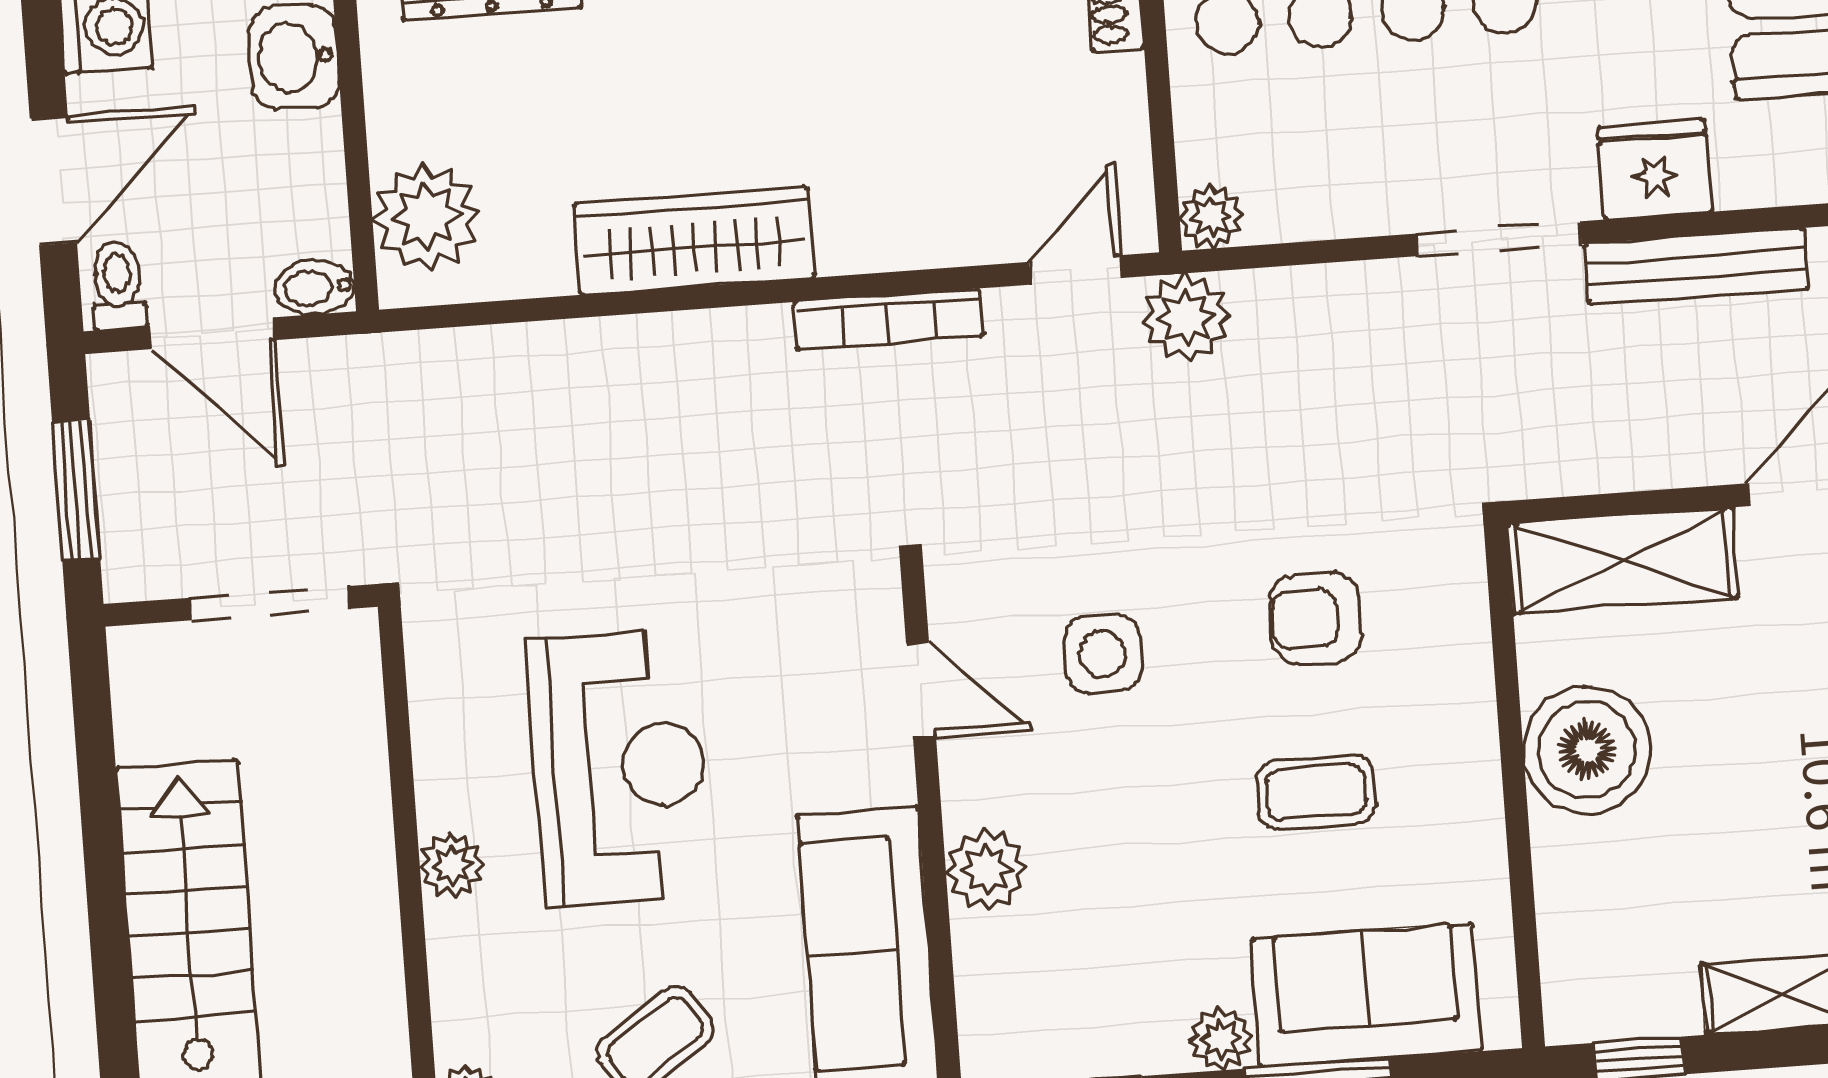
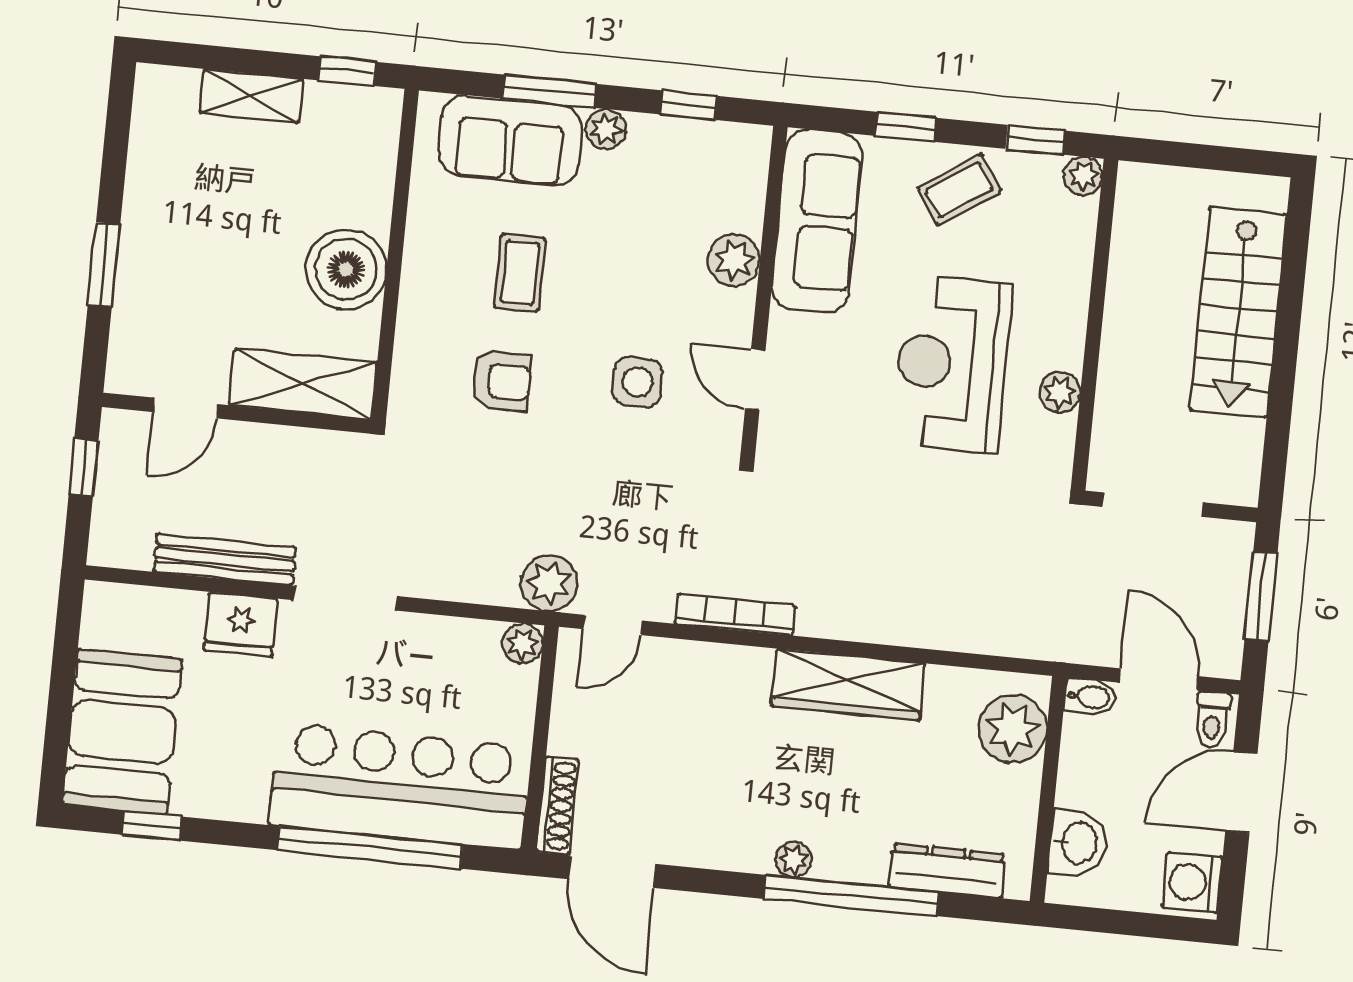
coffee table: (1316, 792) -> (520, 273), turned 90
plant: (452, 865) -> (1060, 392), moved

